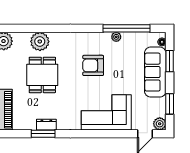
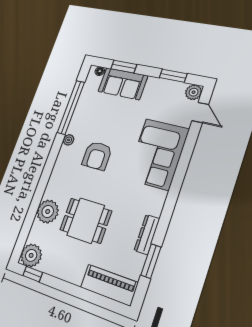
plant: (116, 37) -> (69, 140), moved
sofa: (155, 72) -> (123, 84), width x0.73
dresser: (46, 125) -> (147, 235), width x1.44
window: (43, 134) -> (151, 261), moved

